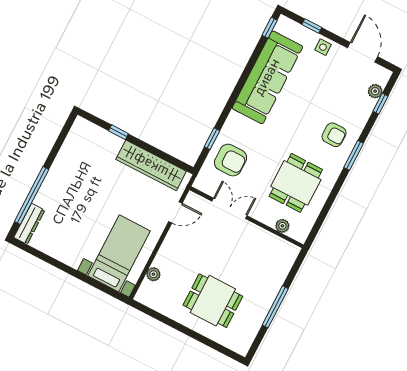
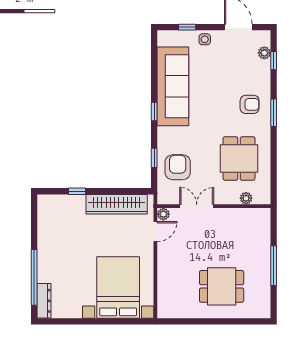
window: (270, 28) -> (154, 111), moved
armchair: (231, 160) -> (178, 167), turned -90
bed with nightstands: (119, 253) -> (118, 287), width x1.36
plant: (153, 274) -> (163, 214), moved

